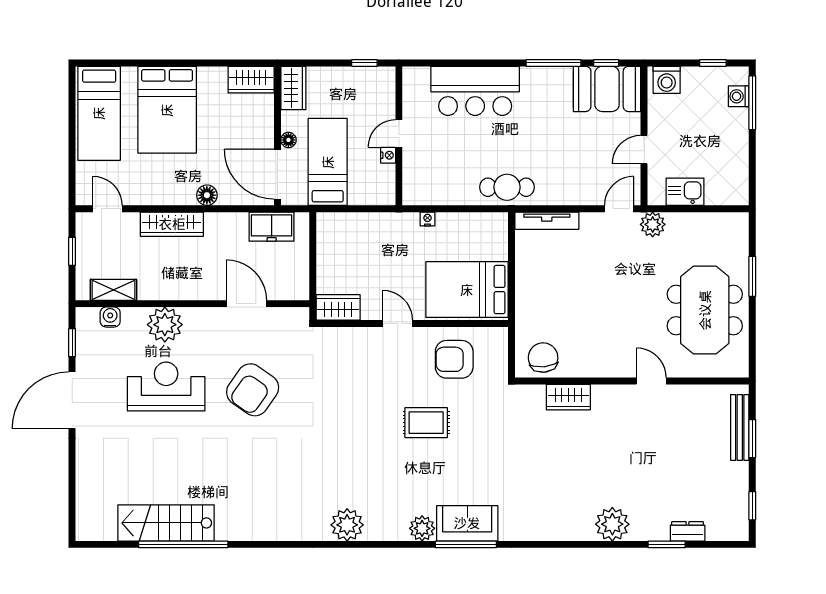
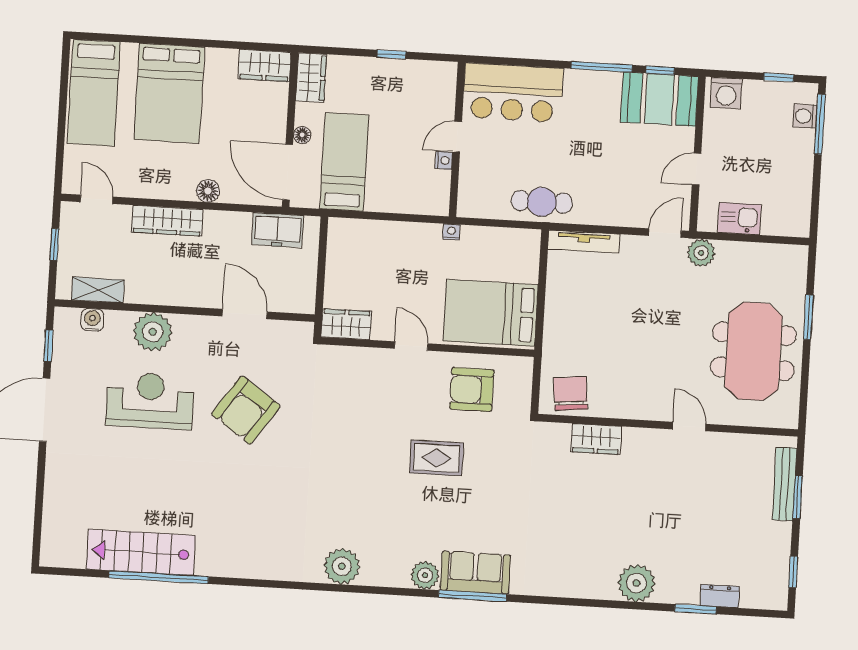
door: (399, 133) -> (457, 137), moved
wall: (399, 136) -> (457, 139), moved
nightstand: (388, 155) -> (444, 160), moved

